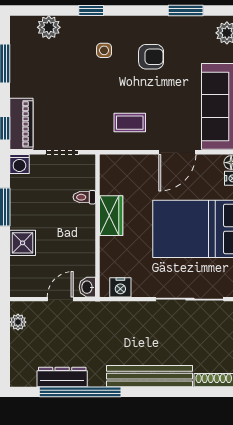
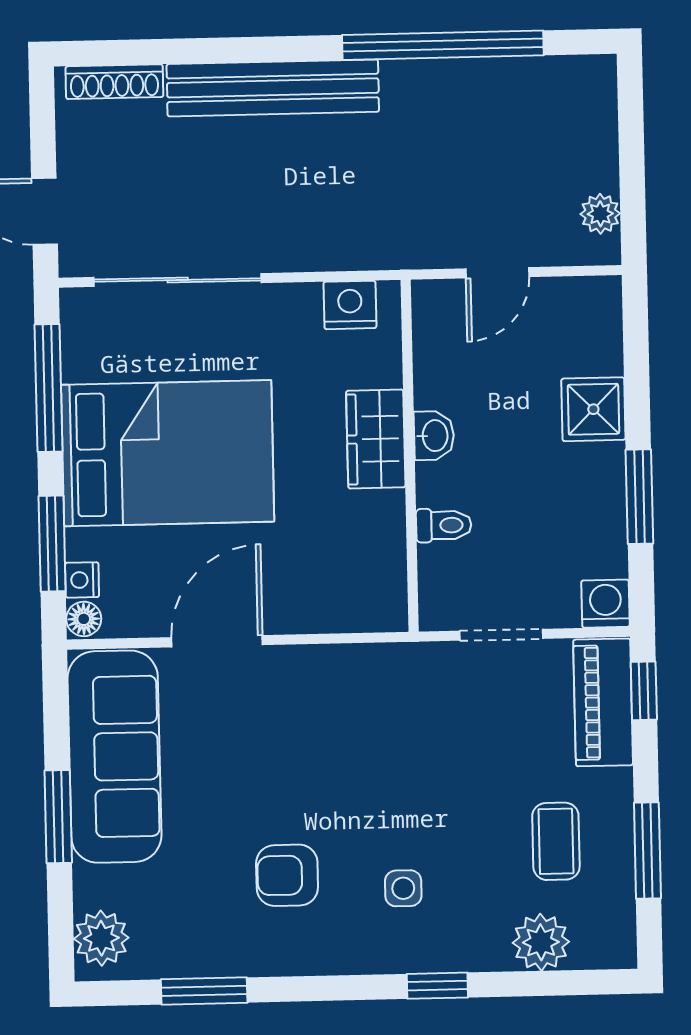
coffee table: (130, 123) -> (556, 841), moved, turned 90
wardrobe: (111, 216) -> (376, 439), moved
washbasin: (87, 287) -> (434, 436), moved
dresser: (62, 377) -> (488, 81), removed

